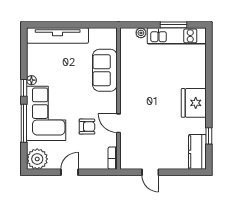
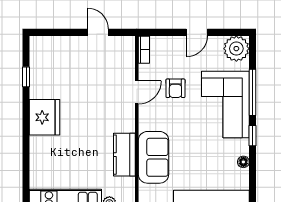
floor lamp: (31, 80) -> (243, 162), moved
door: (119, 123) -> (137, 92), hinge flipped
armchair: (87, 127) -> (175, 88), turned -90
kitchen counter: (197, 152) -> (124, 155), moved, turned 180

